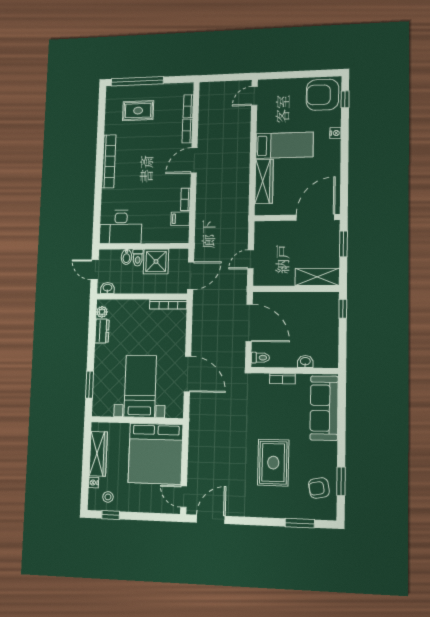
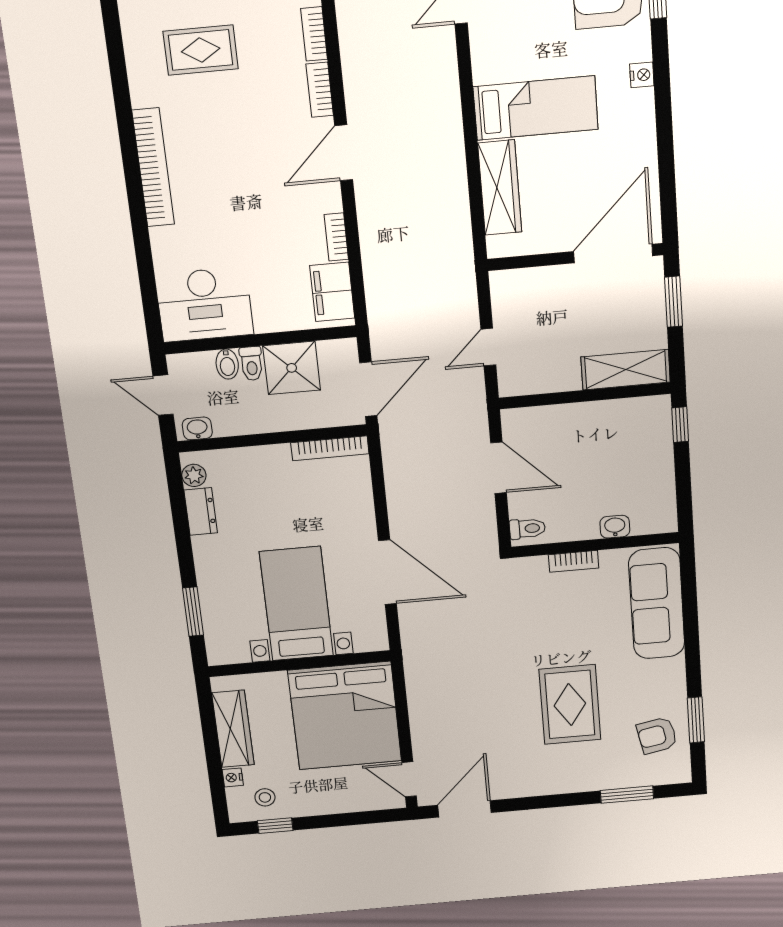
filing cabinet: (180, 219) -> (332, 292), width x2.00
door: (249, 323) -> (498, 468), width x0.73

